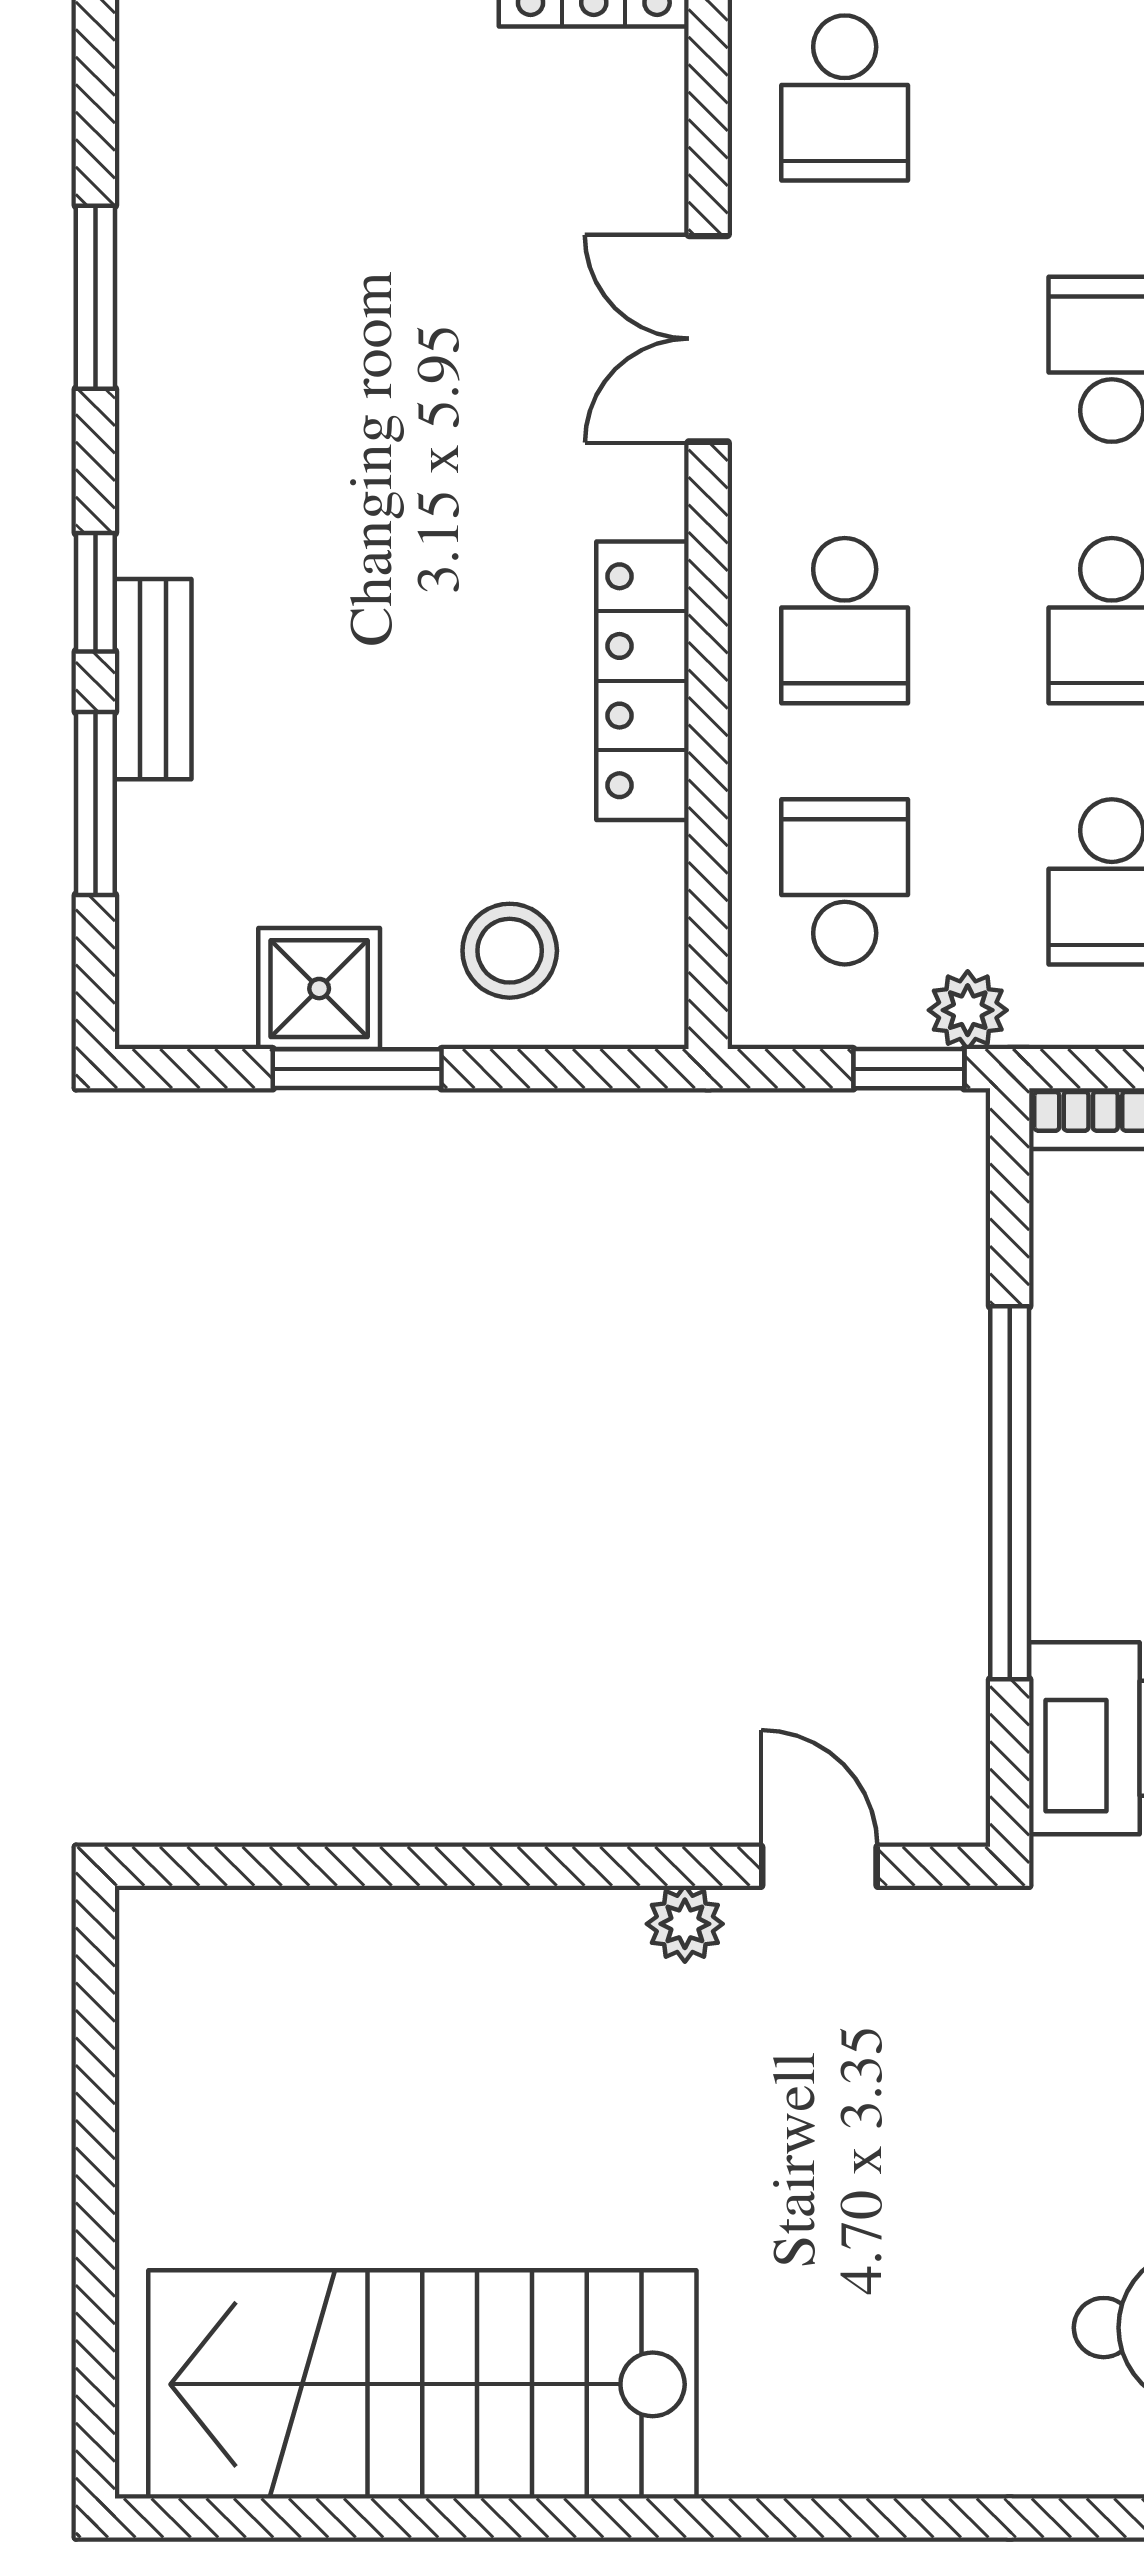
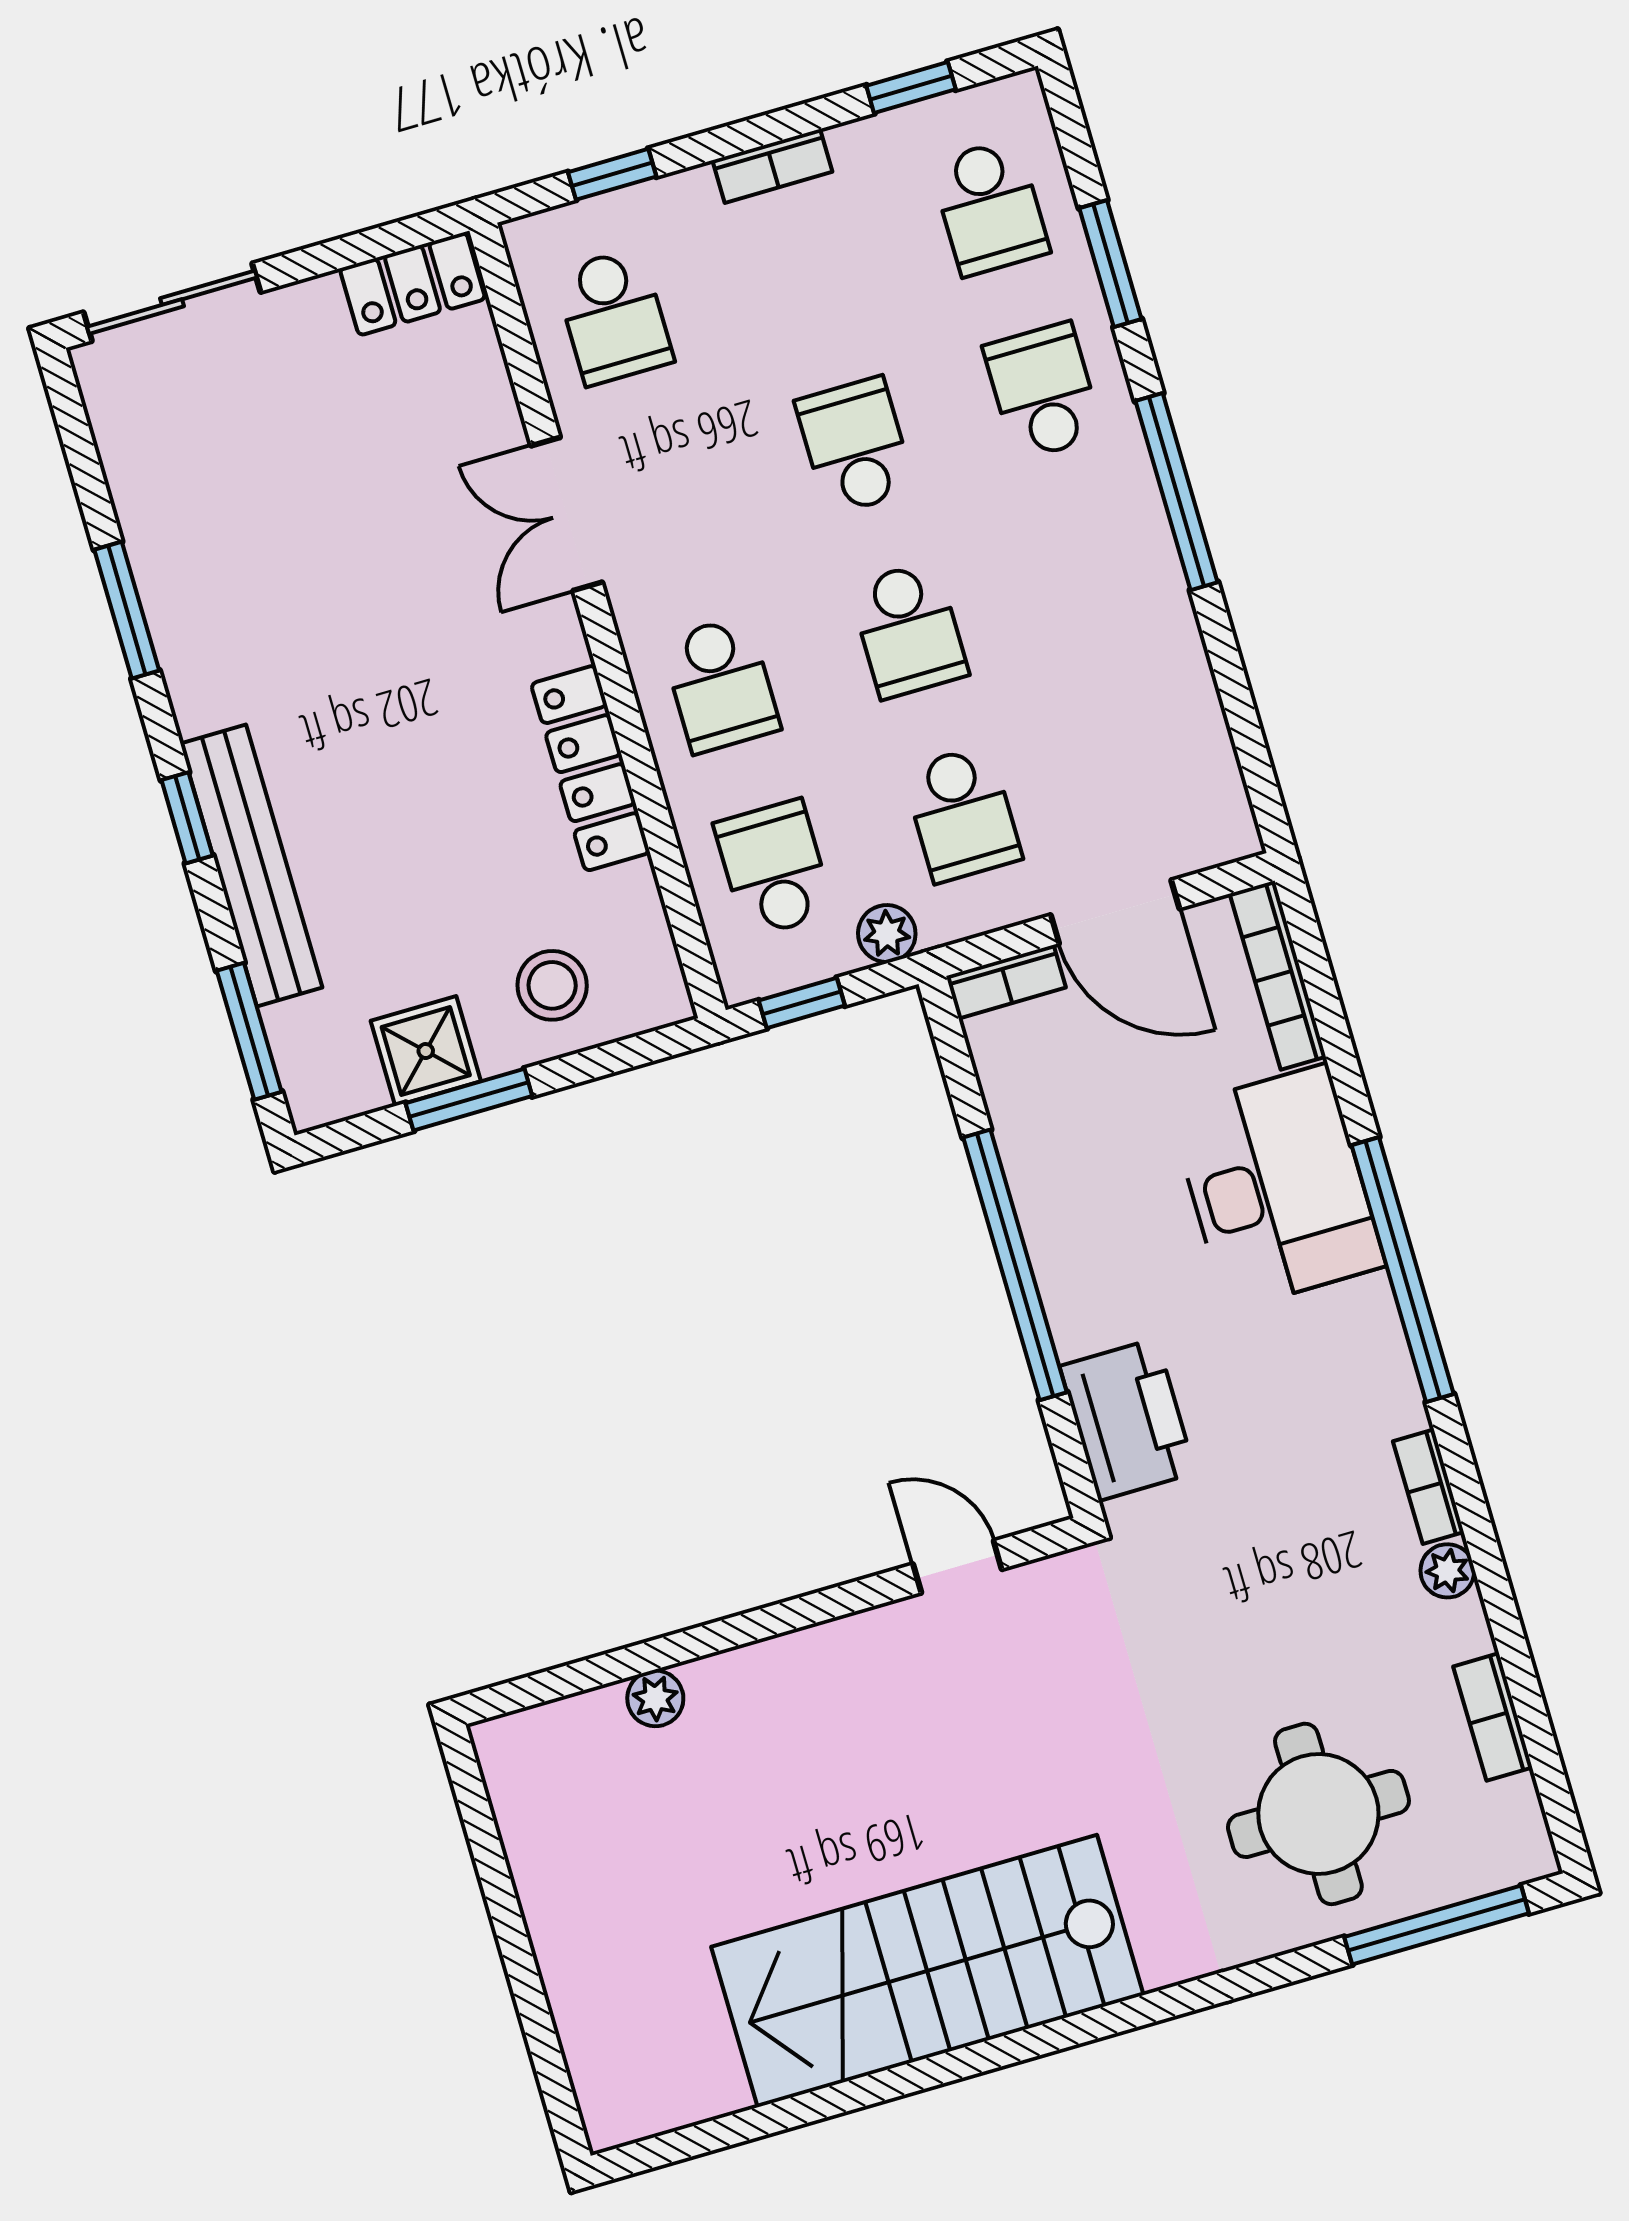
bench: (153, 679) -> (251, 865), width x1.86, depth x1.21
window: (95, 803) -> (249, 1031), moved
window: (909, 1069) -> (802, 1003), moved
plant: (685, 1924) -> (655, 1698), moved
stairs: (422, 2384) -> (927, 1971), moved

